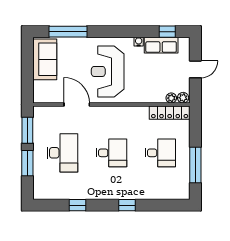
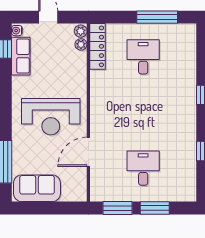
water cooler: (139, 42) -> (17, 31), moved
desk: (62, 153) -> (143, 168), width x0.73
desk: (111, 153) -> (143, 113), removed

